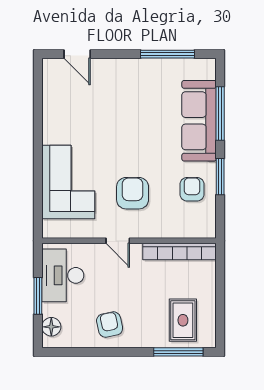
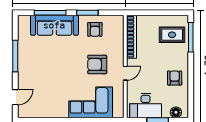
window: (167, 54) -> (15, 56), moved
armchair: (192, 189) -> (95, 29), turned -90
armchair: (110, 325) -> (175, 78), turned 102

